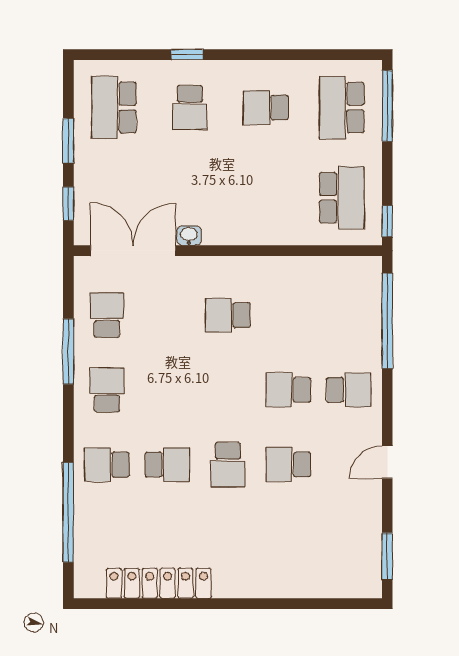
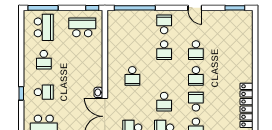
school desk: (342, 108) -> (44, 27), turned -90
school desk: (167, 390) -> (164, 102), added
school desk: (228, 465) -> (196, 76), turned 90

